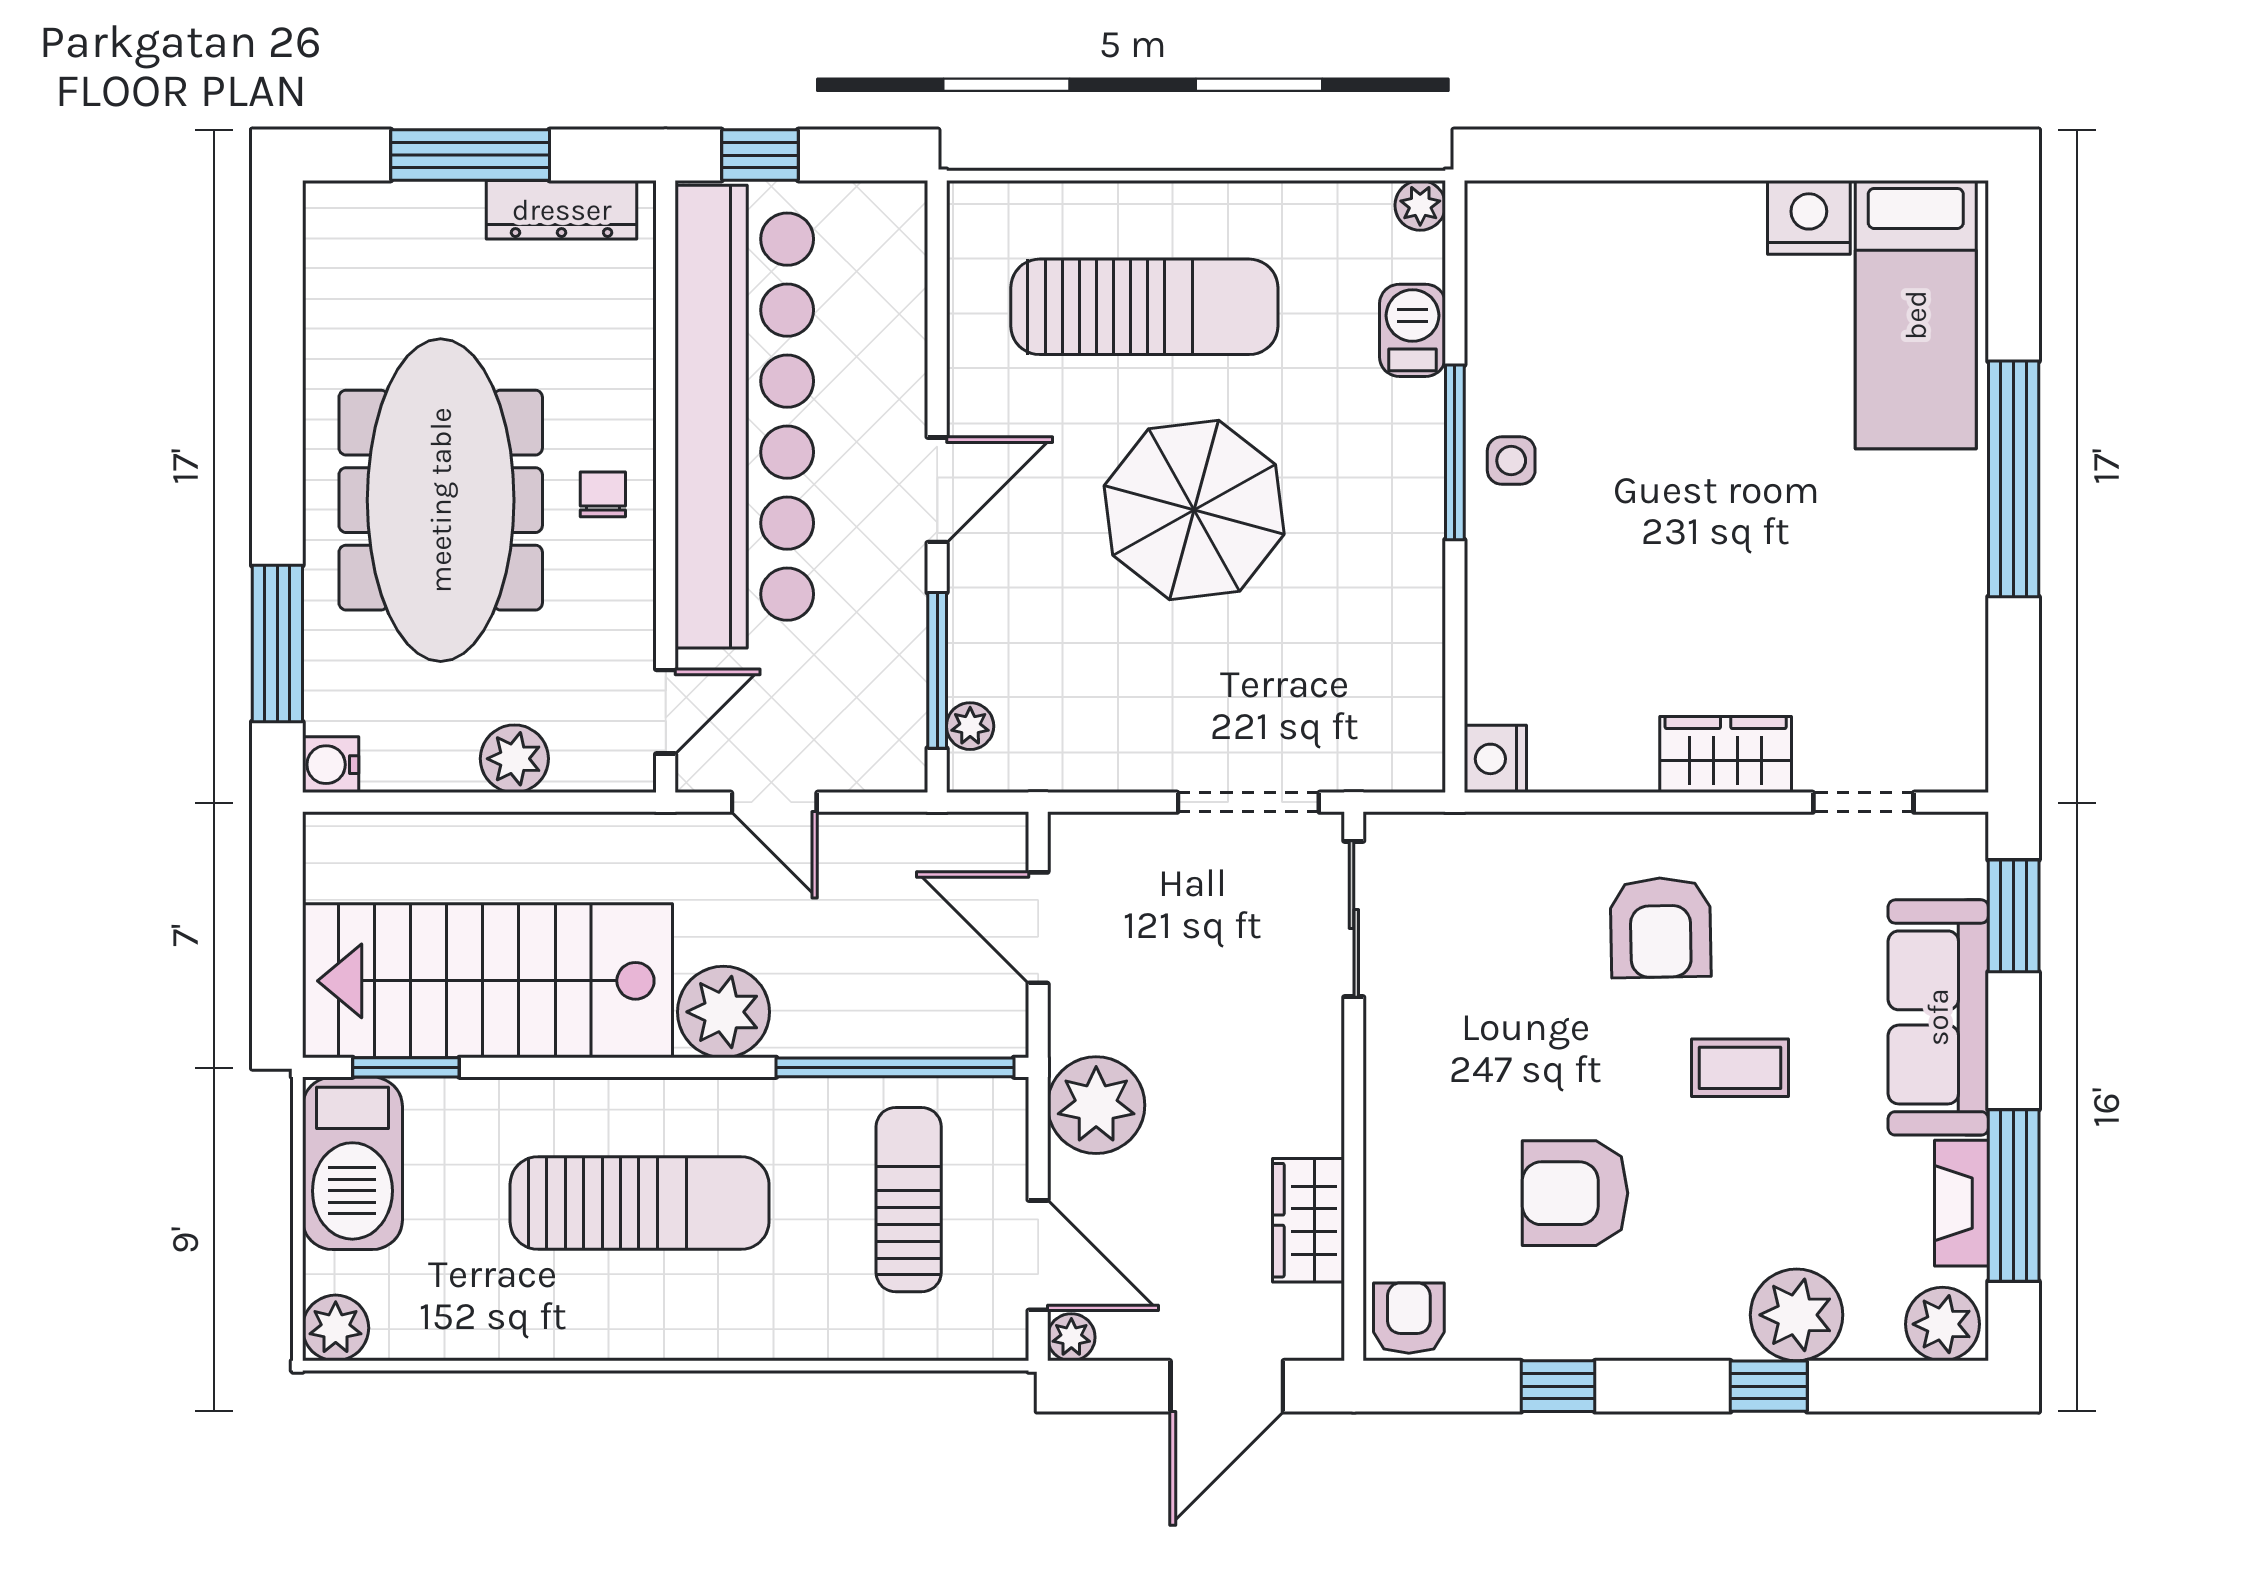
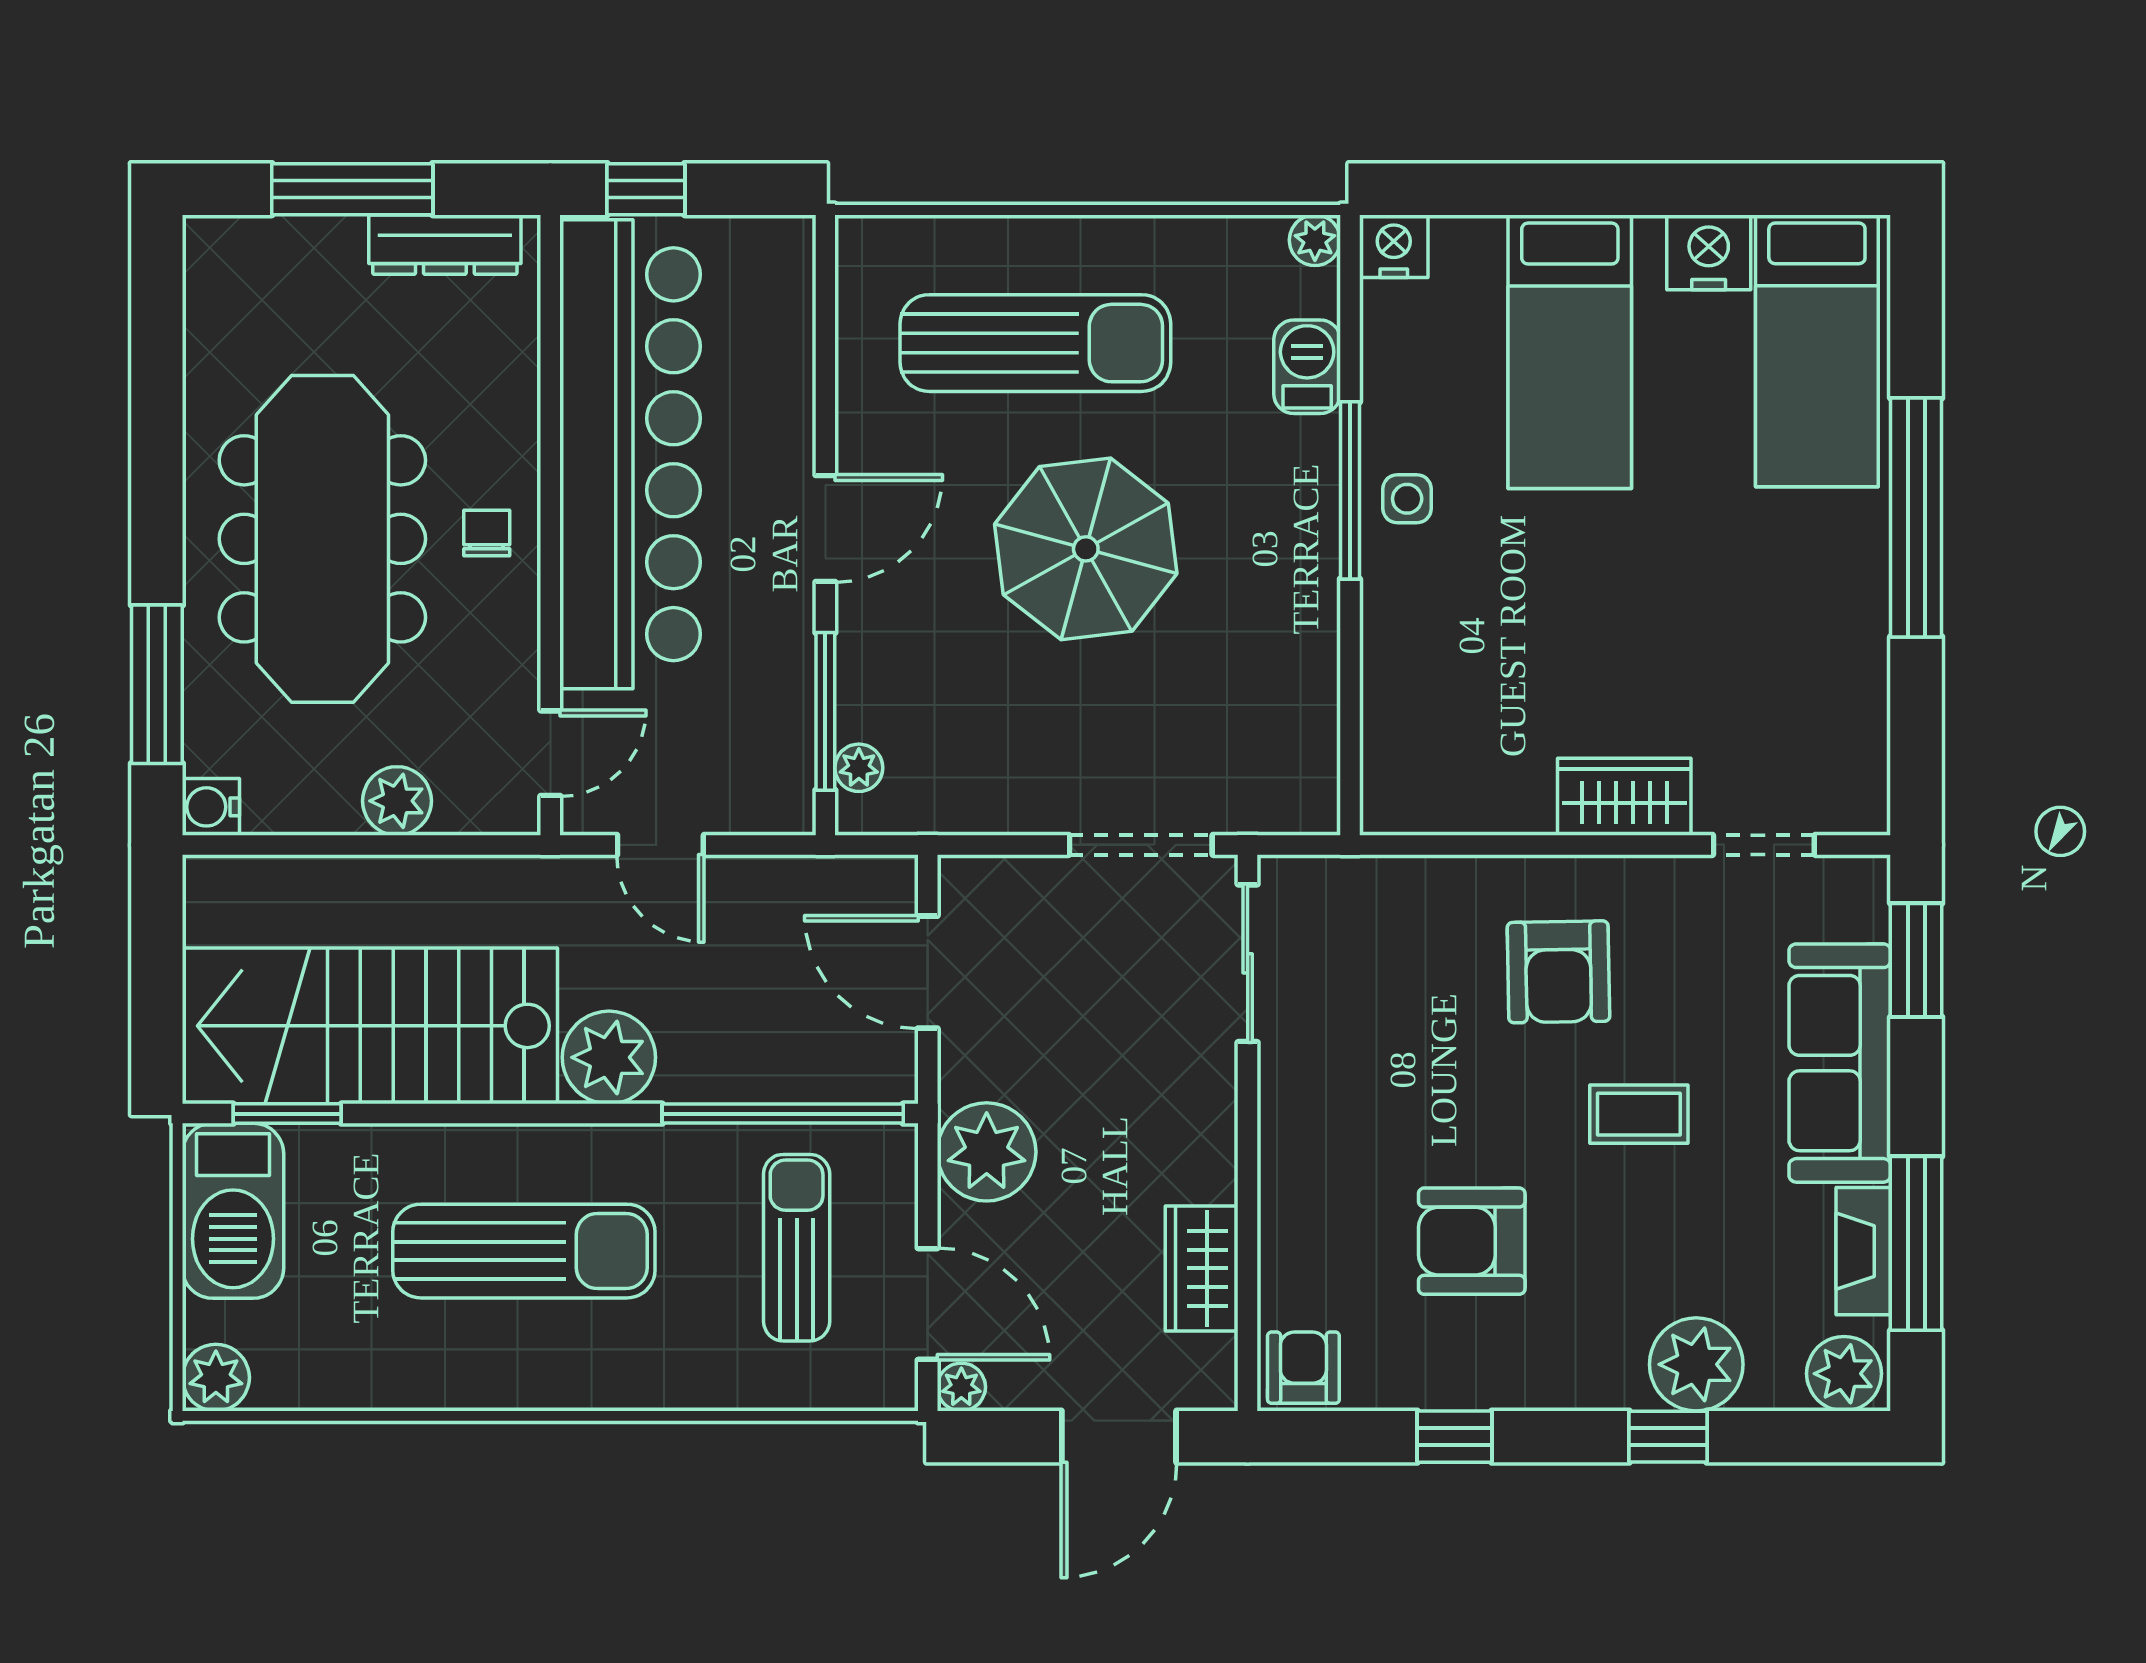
bed: (1672, 315) -> (1570, 352), added
nightstand: (1495, 759) -> (1394, 246), moved, turned 90

